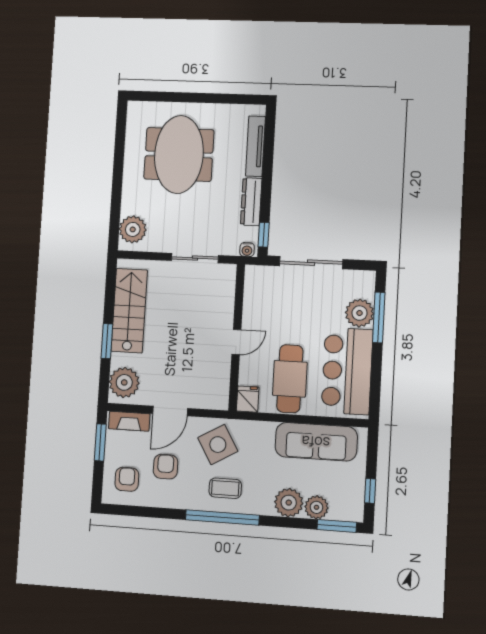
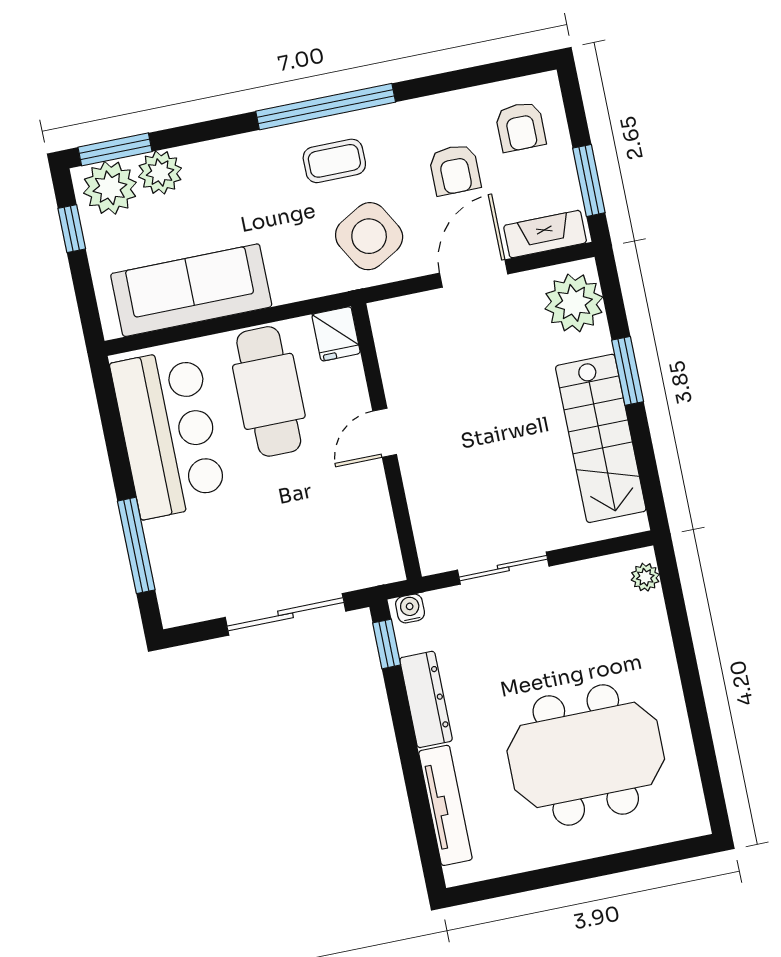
meeting table: (179, 154) -> (586, 755), turned 90
plant: (133, 229) -> (645, 577), width x0.53, depth x0.53
plant: (360, 313) -> (173, 545), removed
plant: (289, 503) -> (110, 188), moved

